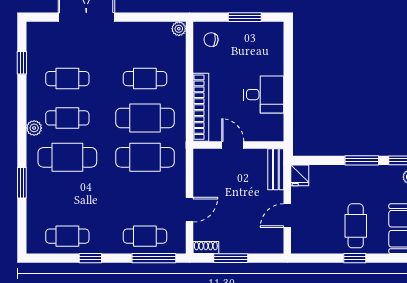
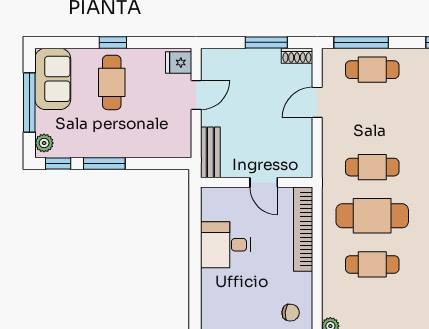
cafe table: (145, 157) -> (372, 167), width x0.73, depth x0.74
fridge: (300, 175) -> (179, 63), moved, turned -90

